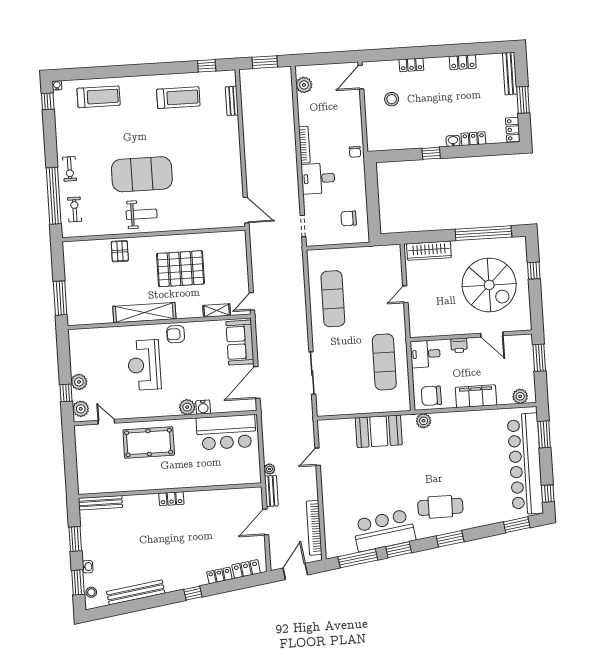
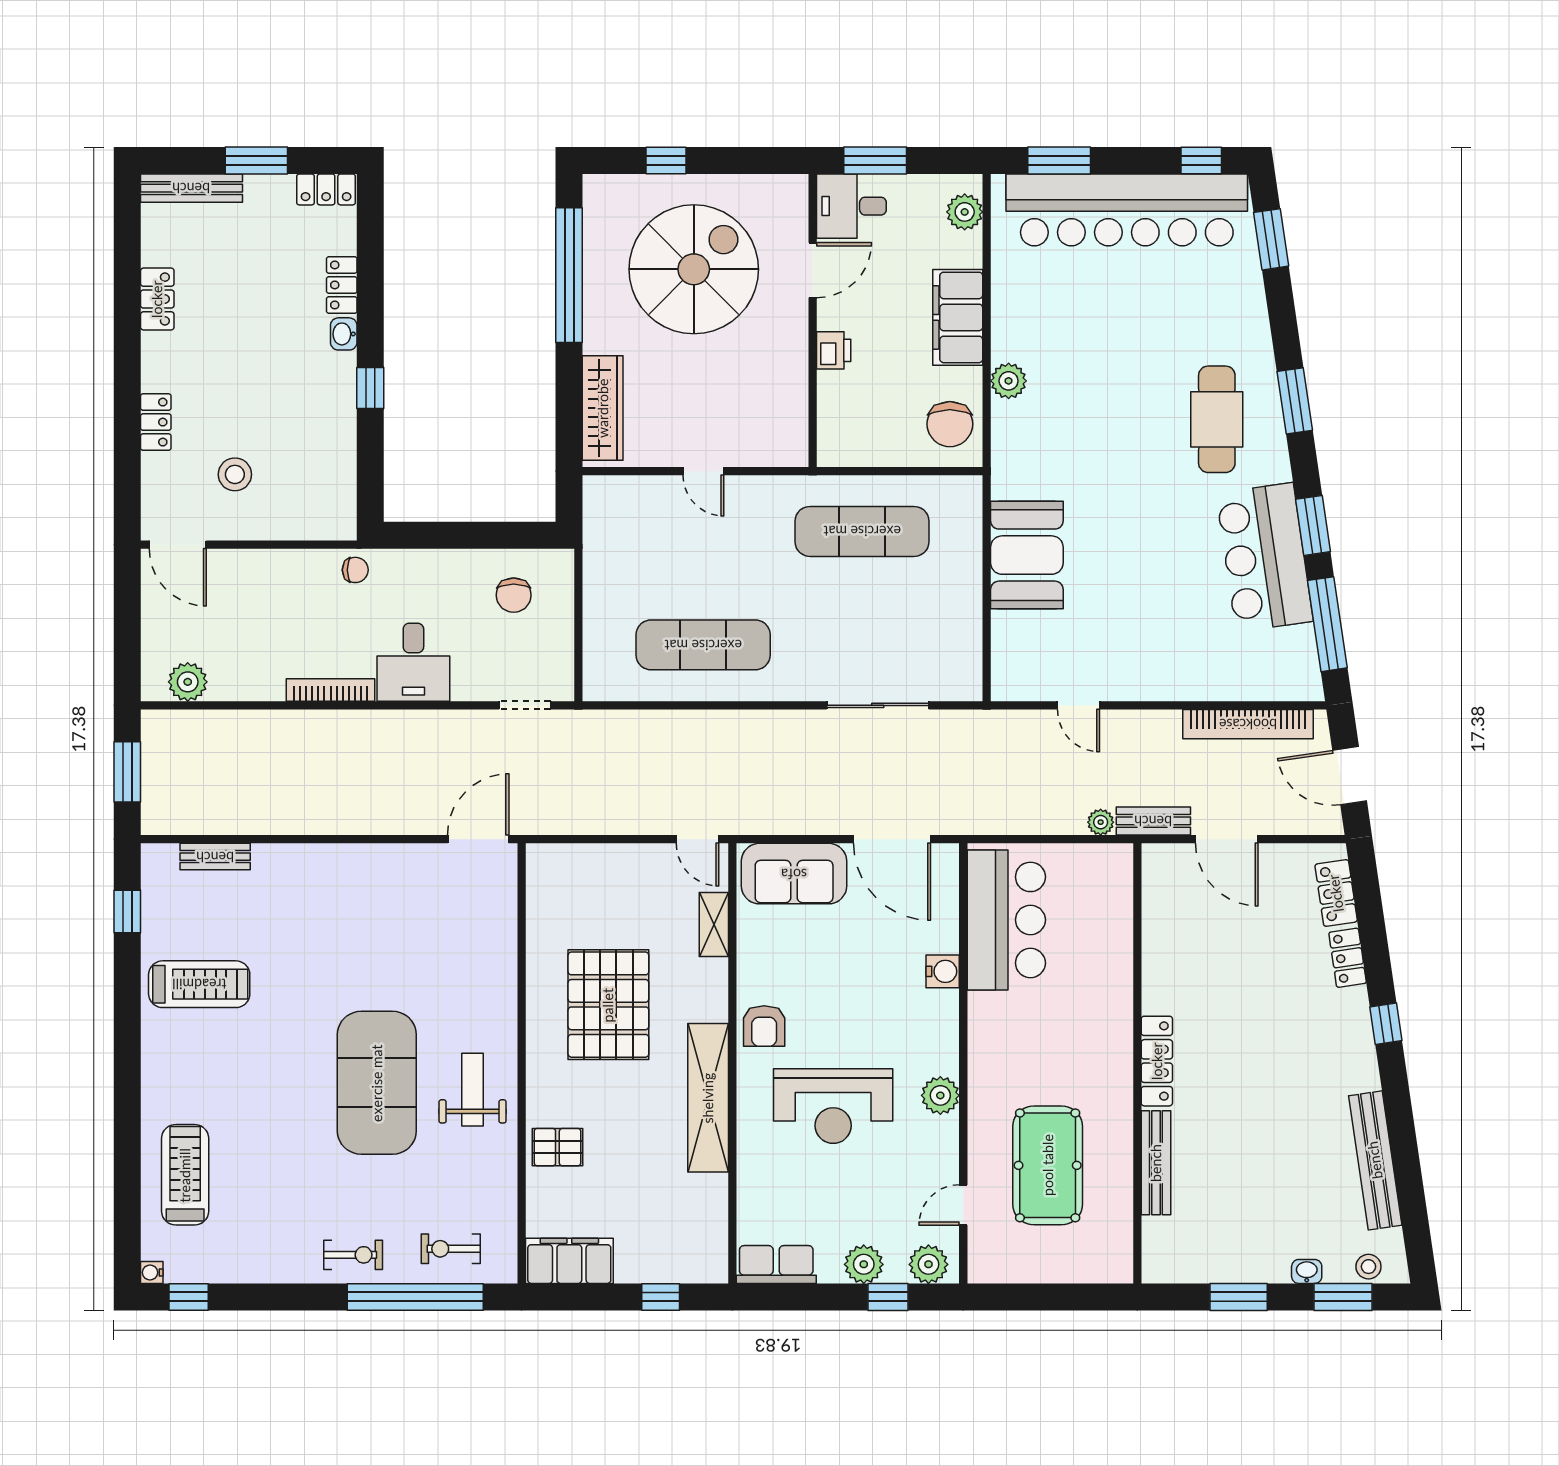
treadmill: (178, 98) -> (199, 984), turned 90
filing cabinet: (73, 259) -> (569, 1261), added
window: (60, 298) -> (661, 1297), width x0.46
row of seats: (77, 345) -> (776, 1265), added
desk: (425, 354) -> (851, 206), moved, turned 90
plant: (187, 407) -> (940, 1095), moved
plant: (424, 421) -> (1009, 381), moved
pool table: (149, 442) -> (1048, 1165), moved
locker: (171, 499) -> (1157, 1061), width x1.53
bench: (100, 503) -> (1156, 1163), moved

